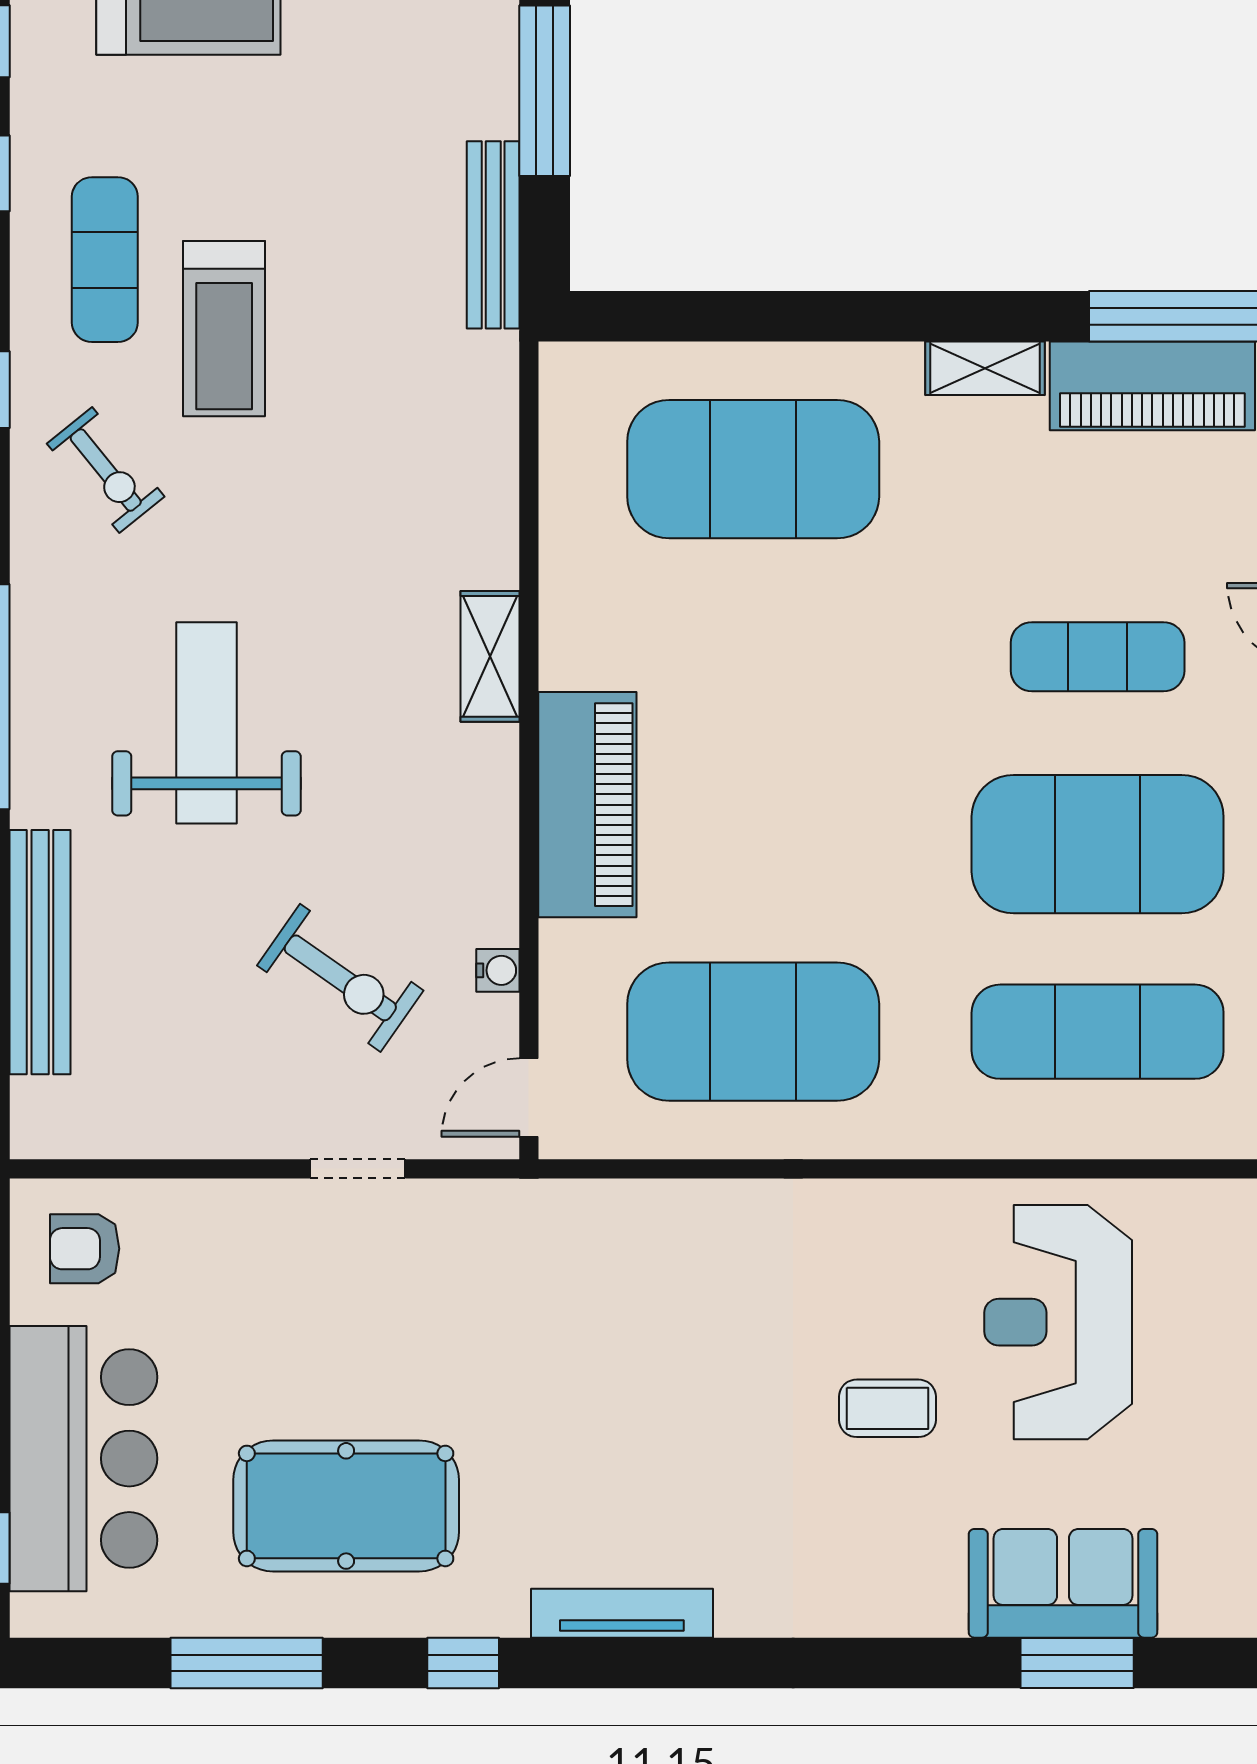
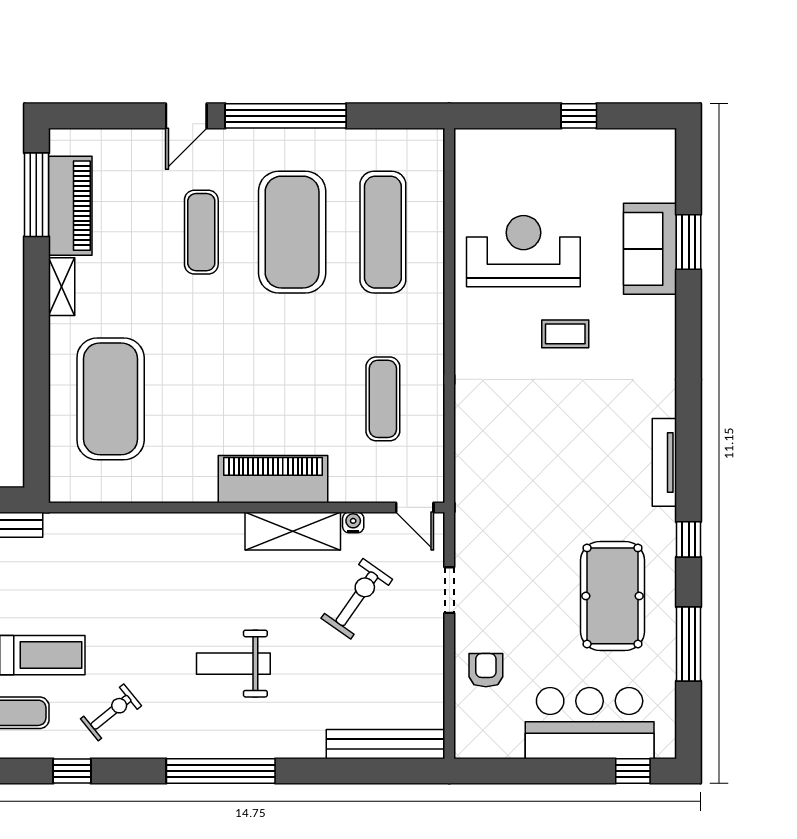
shelving: (490, 656) -> (293, 531), moved, width x1.50, depth x1.33
weight bench: (206, 723) -> (233, 664), width x0.73, depth x0.75
bench: (40, 952) -> (386, 744), moved
exercise mat: (753, 1032) -> (383, 399), width x0.50, depth x0.69
armchair: (85, 1249) -> (486, 670), moved, turned 180
reception desk: (1058, 1322) -> (523, 251), turned 180
coffee table: (888, 1408) -> (565, 334), turned 90

